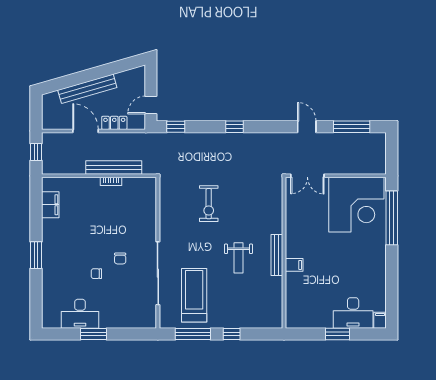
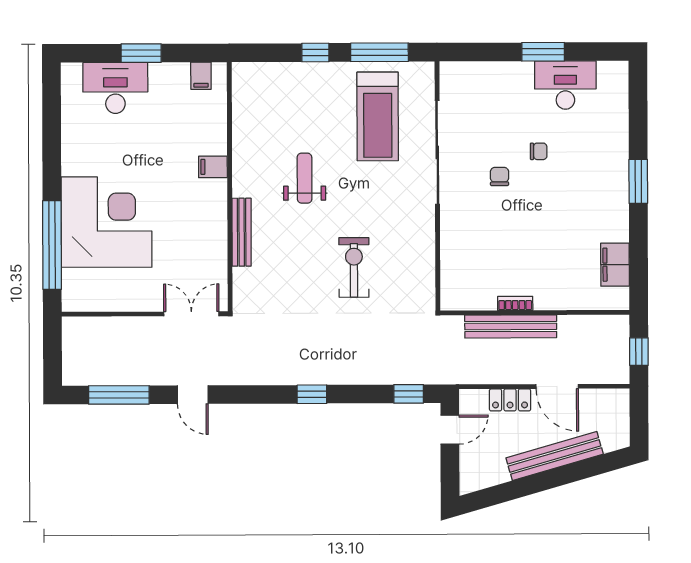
corner desk: (356, 205) -> (106, 222), moved, turned 90
bench: (277, 255) -> (242, 232), moved
filing cabinet: (380, 320) -> (201, 76), moved

